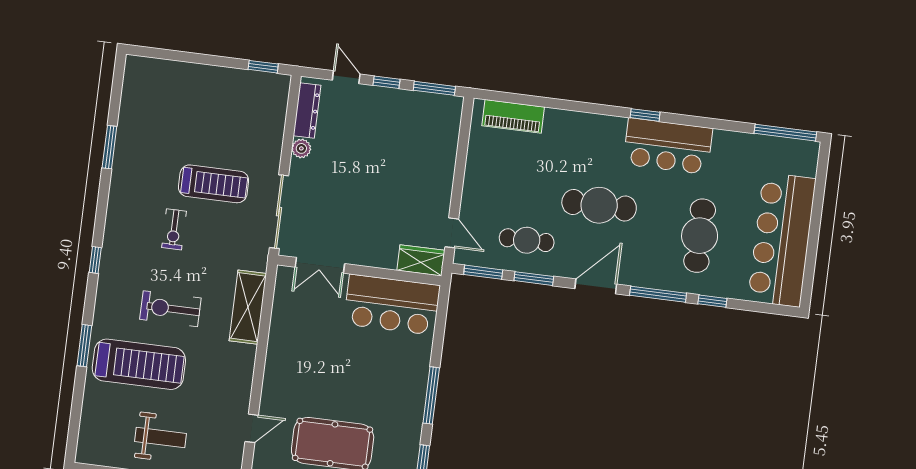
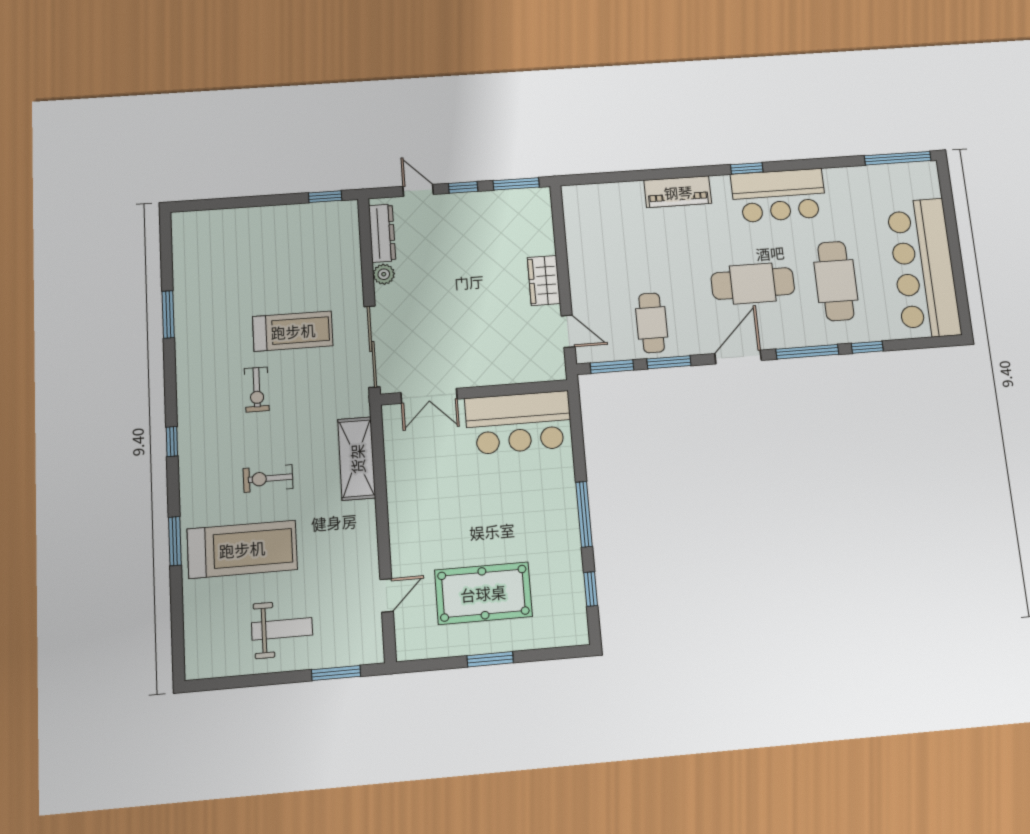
piano: (513, 116) -> (678, 192), moved
cafe table: (599, 205) -> (753, 284), moved
cafe table: (527, 240) -> (652, 323), turned 90
wardrobe: (421, 260) -> (544, 281), moved, turned -90
exercise bike: (170, 309) -> (268, 478), width x0.73, depth x0.72

